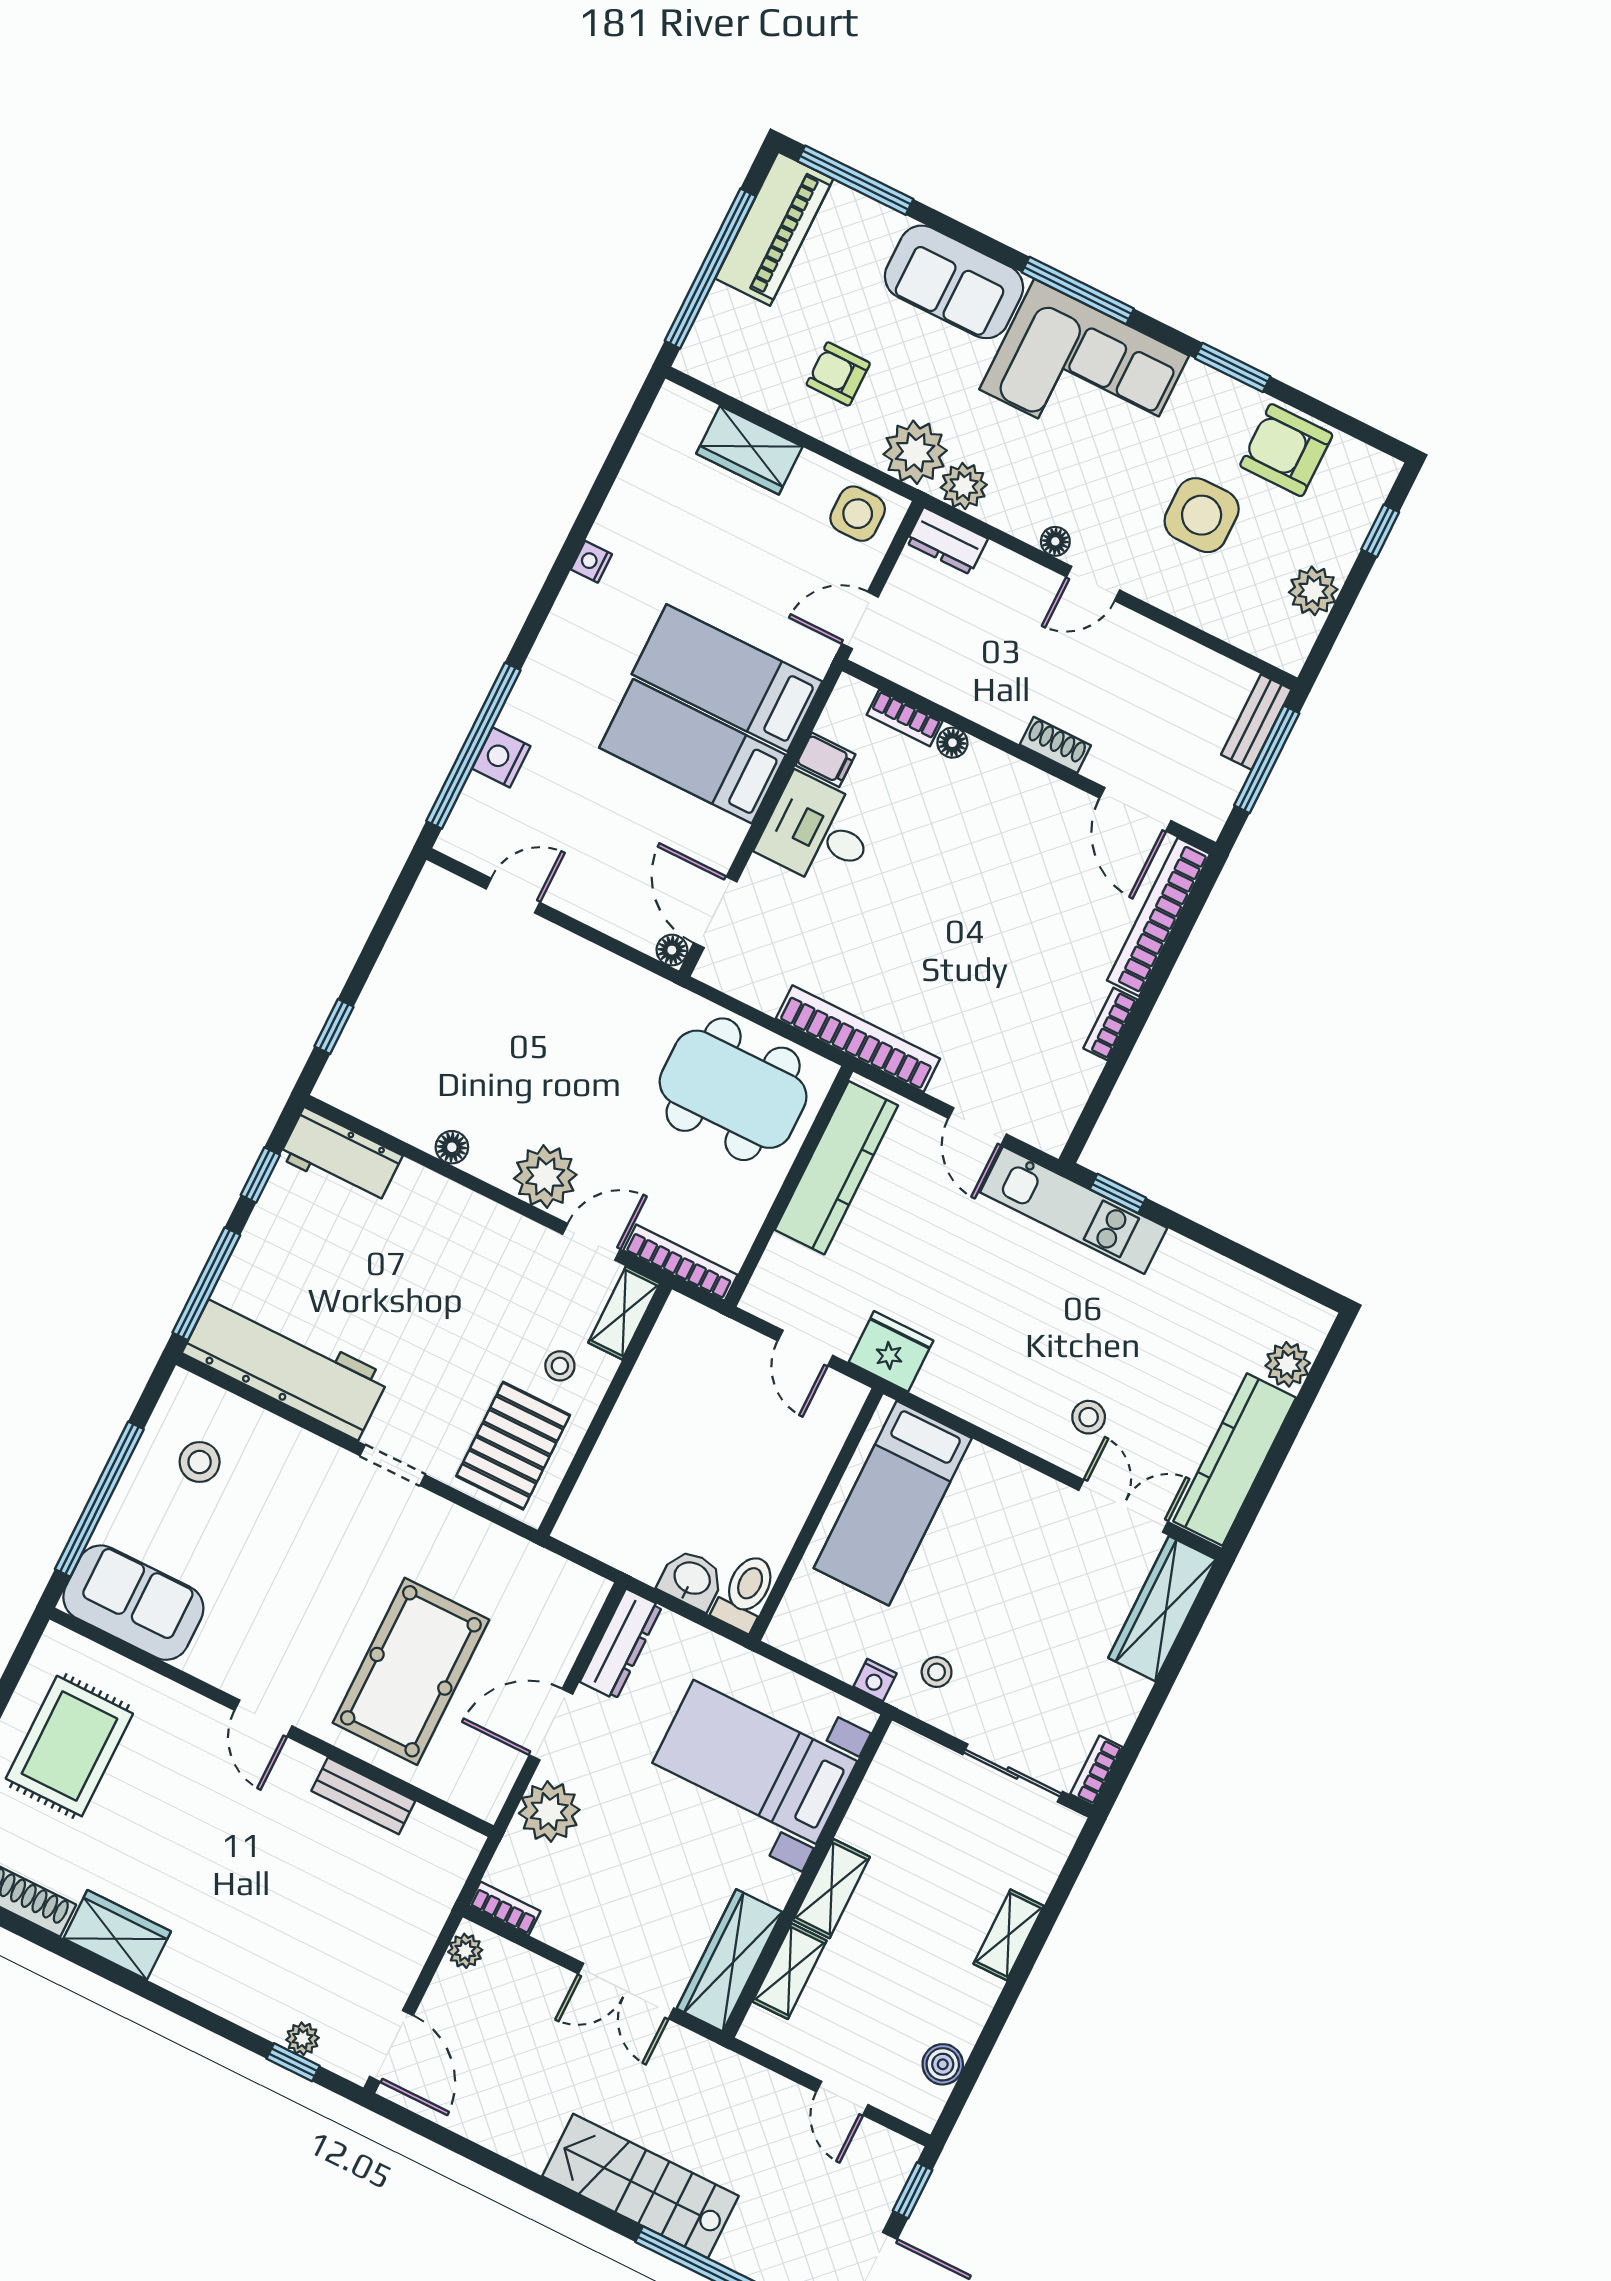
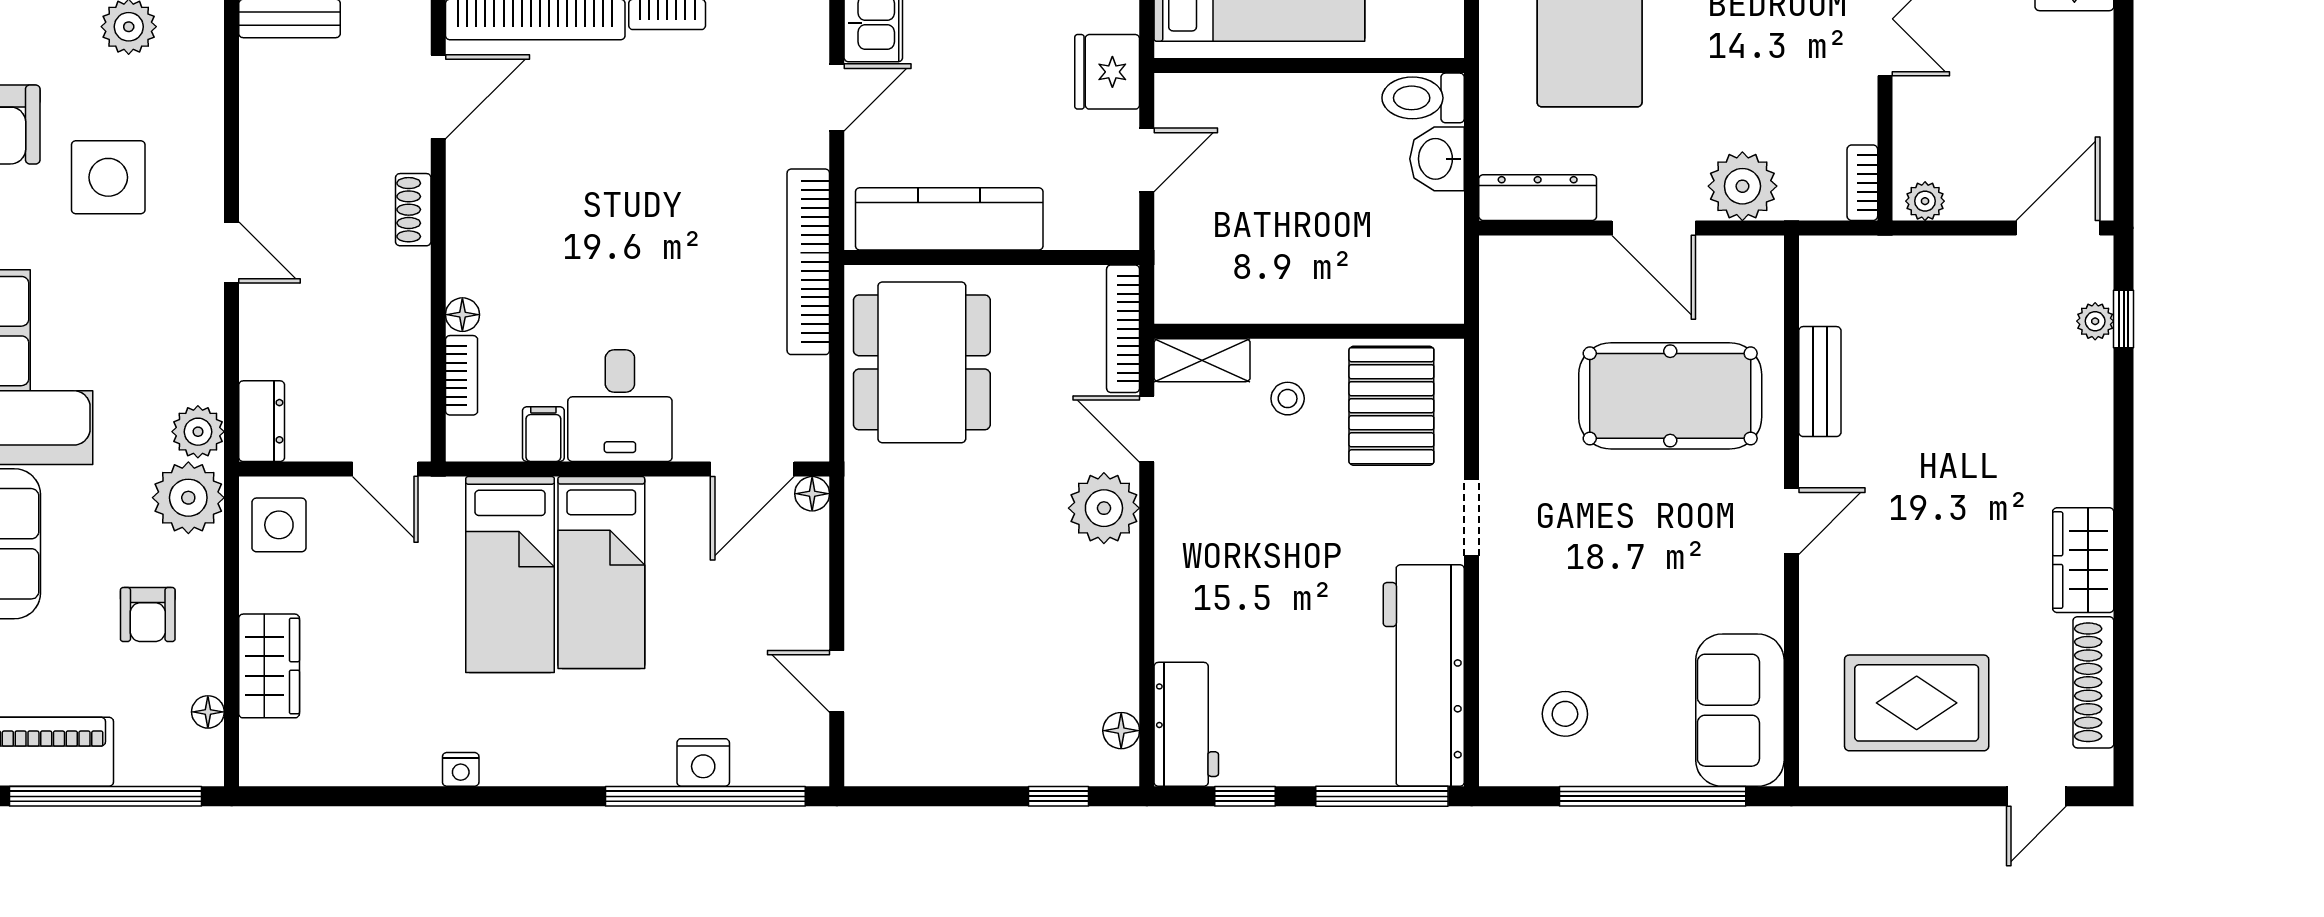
floor lamp: (1055, 541) -> (208, 712), moved
floor lamp: (452, 1147) -> (1121, 731), moved
pallet: (513, 1446) -> (1391, 406), turned 90

